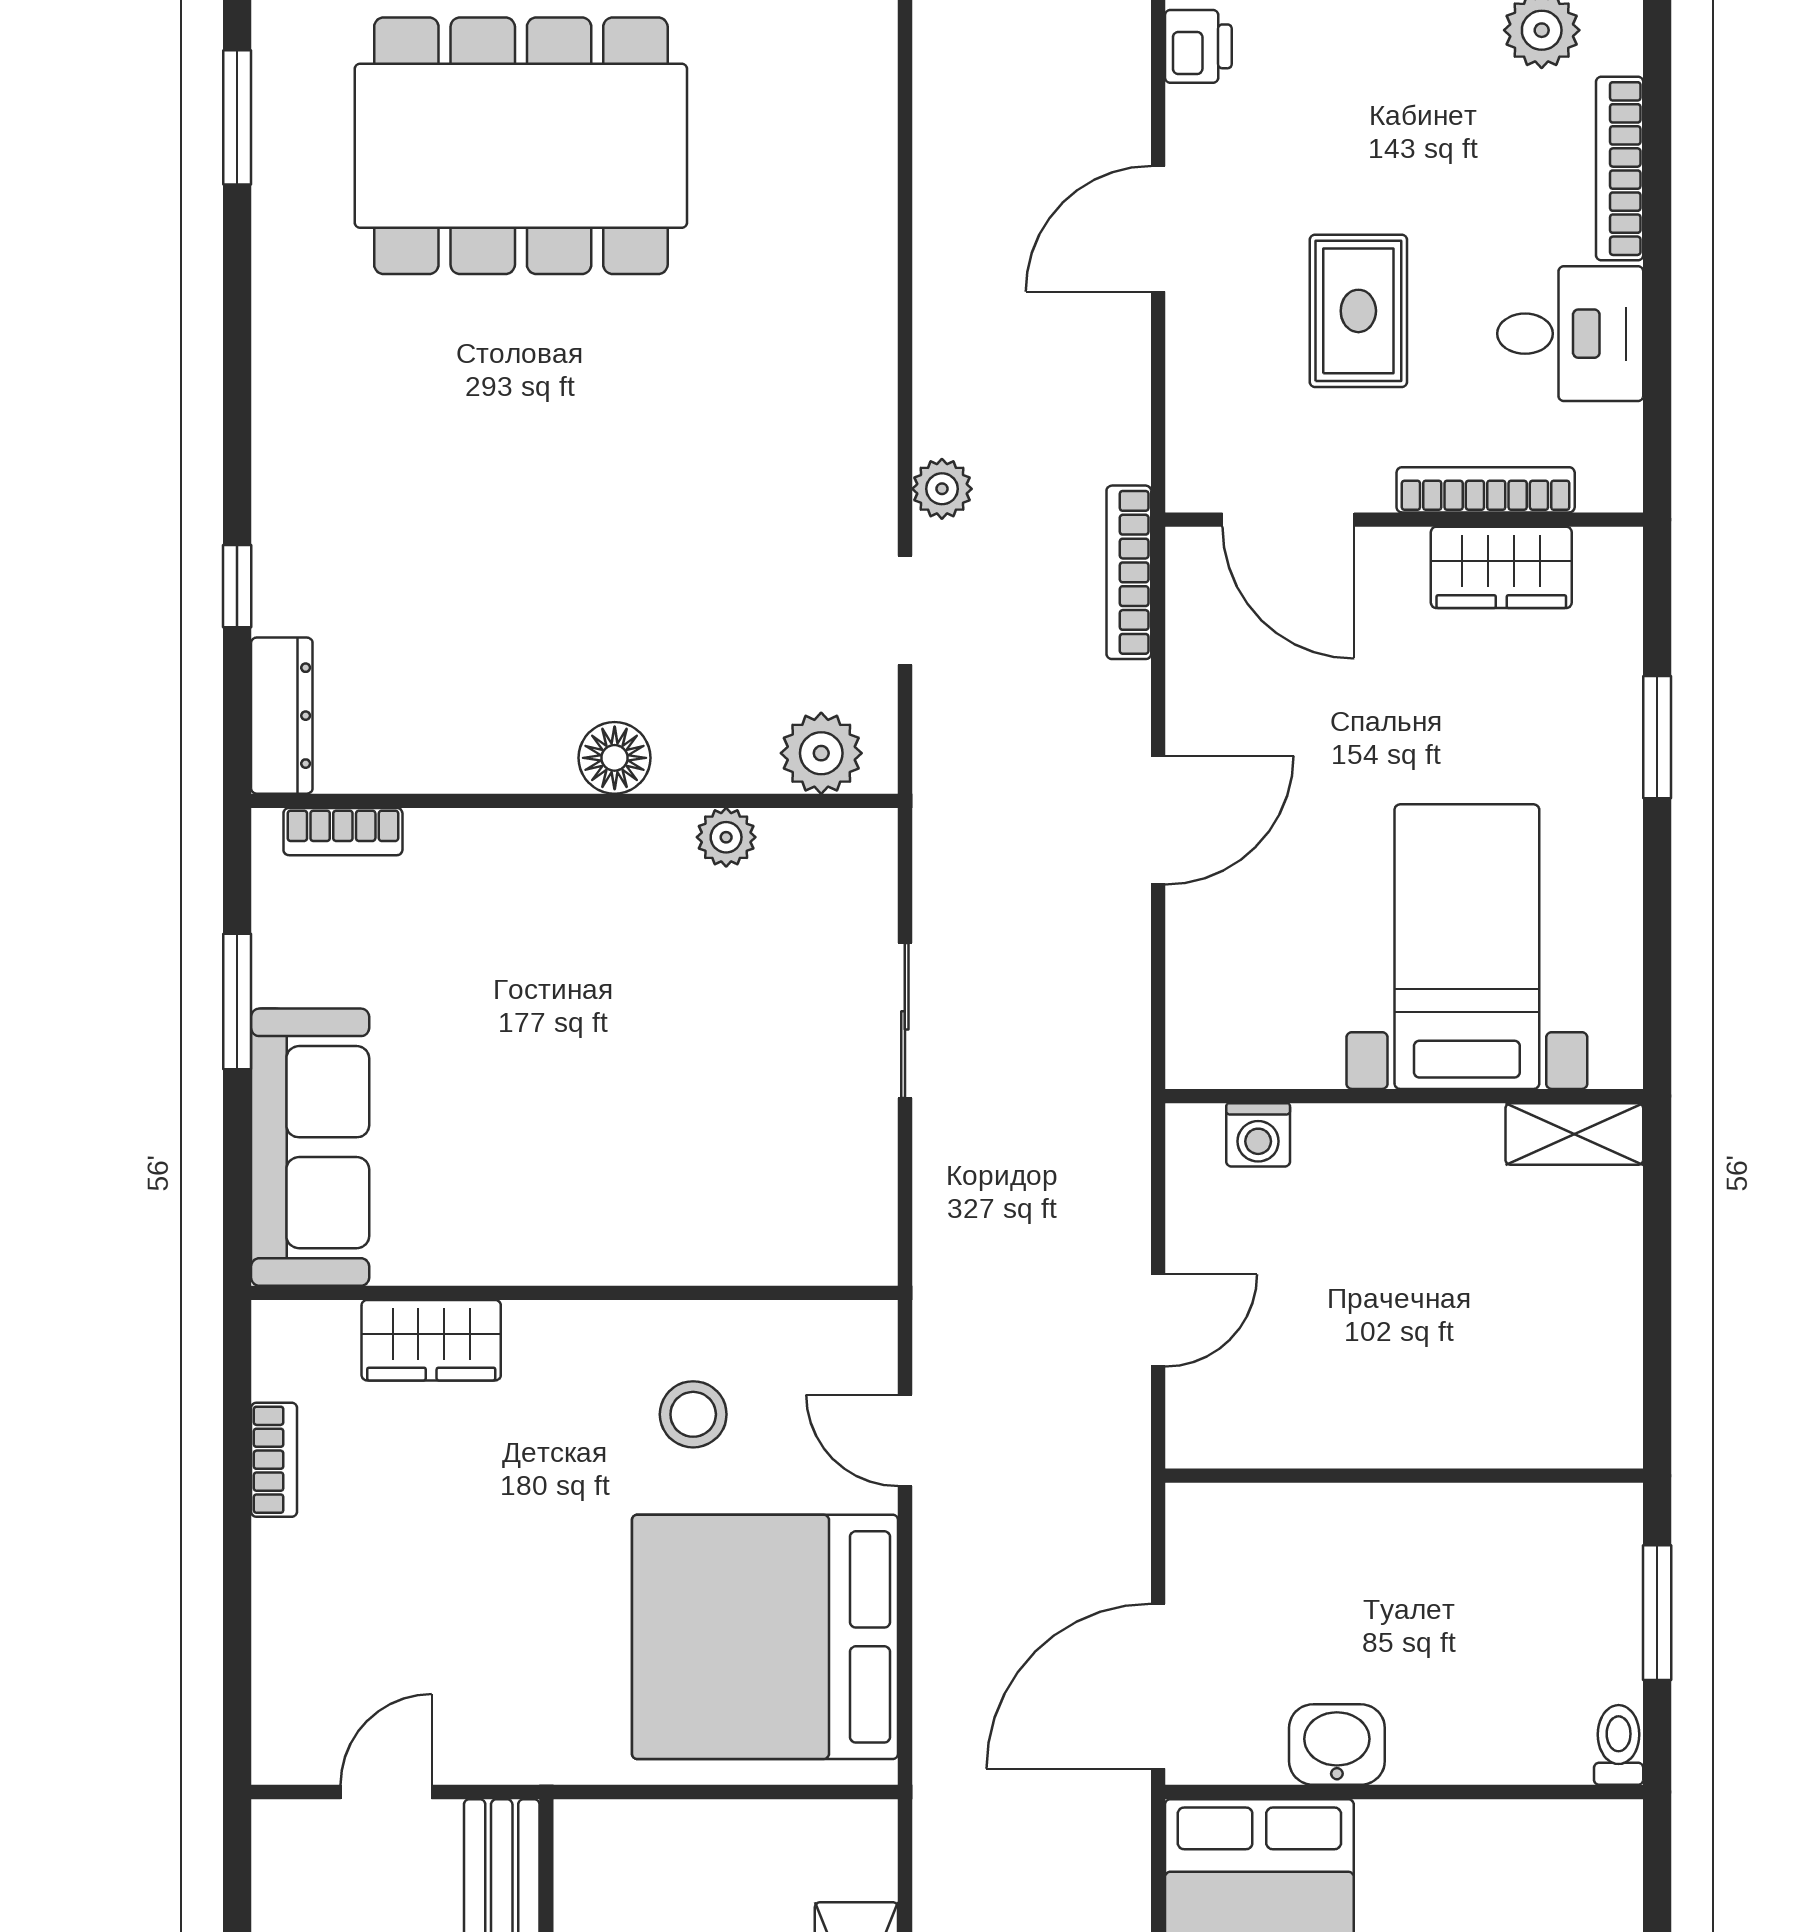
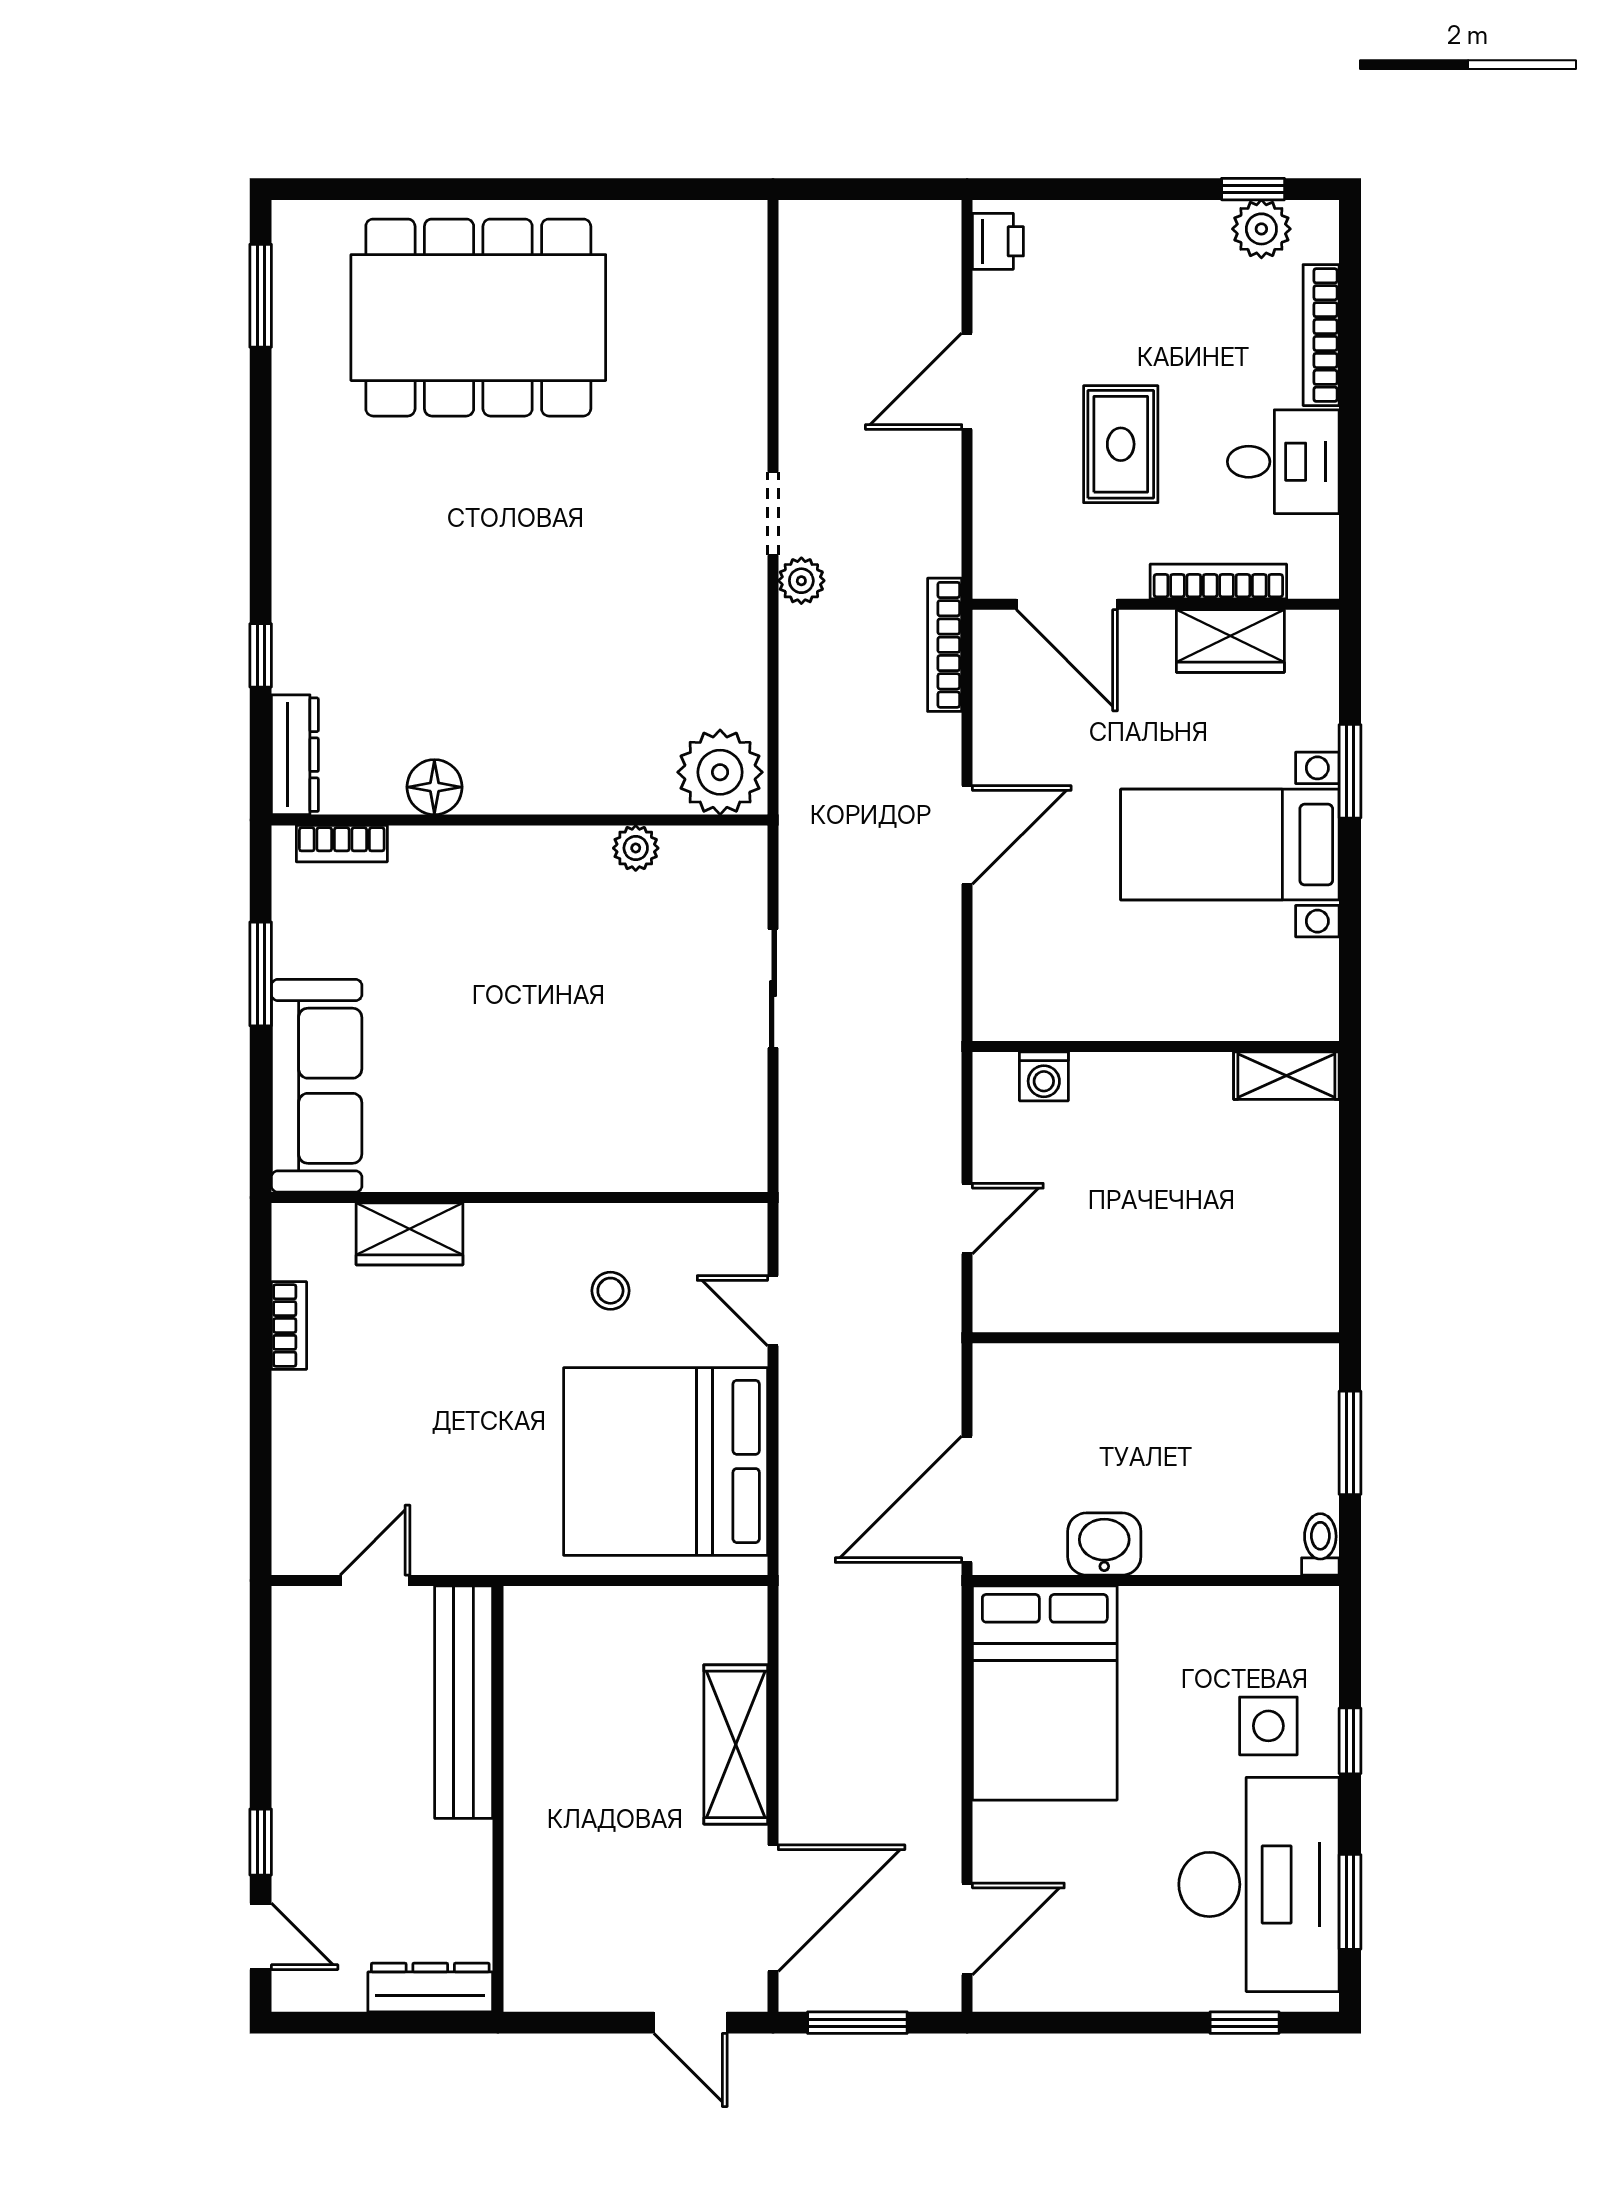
doorway: (905, 610) -> (773, 513), moved
plant: (821, 753) -> (720, 772), width x1.36, depth x1.36
floor lamp: (615, 758) -> (434, 787), moved
bed with nightstands: (1467, 947) -> (1230, 845), moved, turned -90
stool: (693, 1414) -> (610, 1291), width x0.73, depth x0.73

